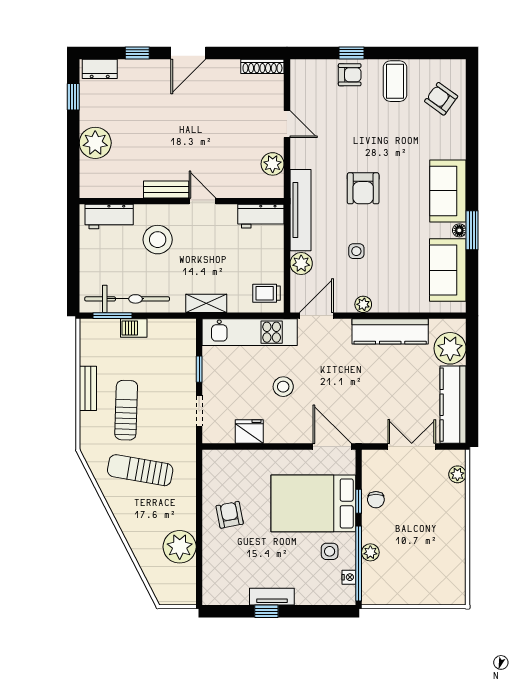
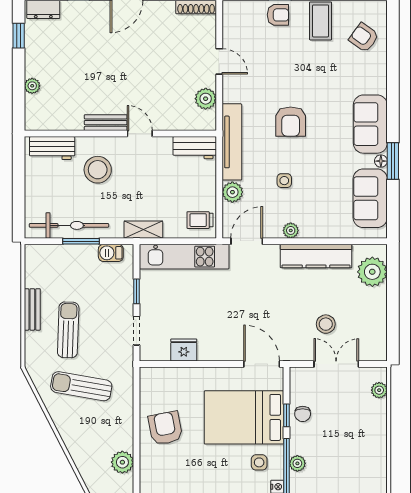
plant: (95, 143) -> (32, 86), width x0.53, depth x0.53
window: (112, 316) -> (81, 241), moved
barbecue: (134, 328) -> (111, 253), moved
stool: (283, 387) -> (326, 324), moved
kitchen counter: (453, 405) -> (375, 325), removed
armchair: (230, 515) -> (165, 428), width x1.38, depth x1.38
plant: (180, 547) -> (122, 462), width x0.73, depth x0.73

